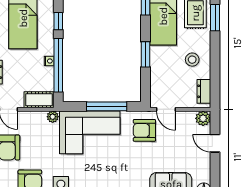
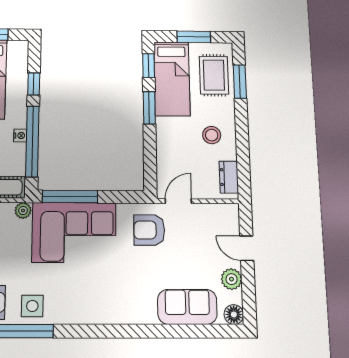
window: (146, 54) -> (149, 108), moved
window: (107, 106) -> (70, 197), moved
door: (166, 109) -> (178, 201), swing flipped
plant: (203, 118) -> (232, 279), moved

